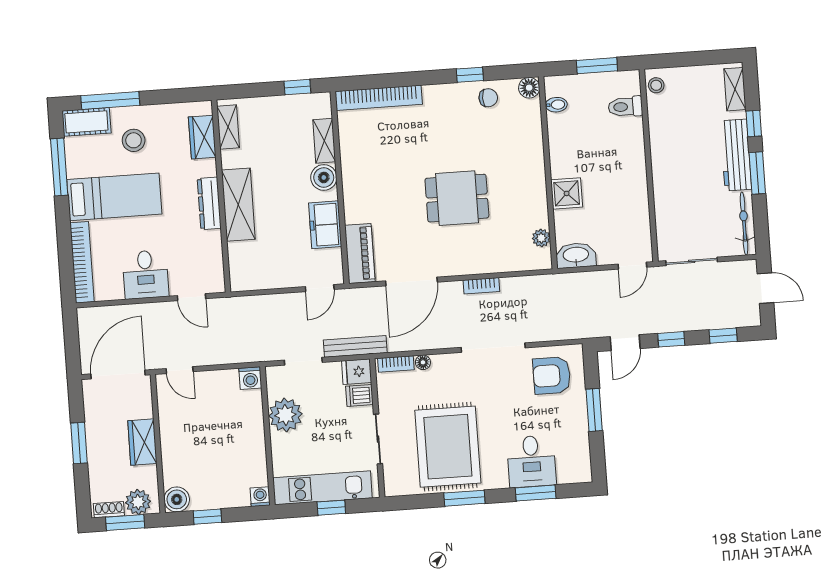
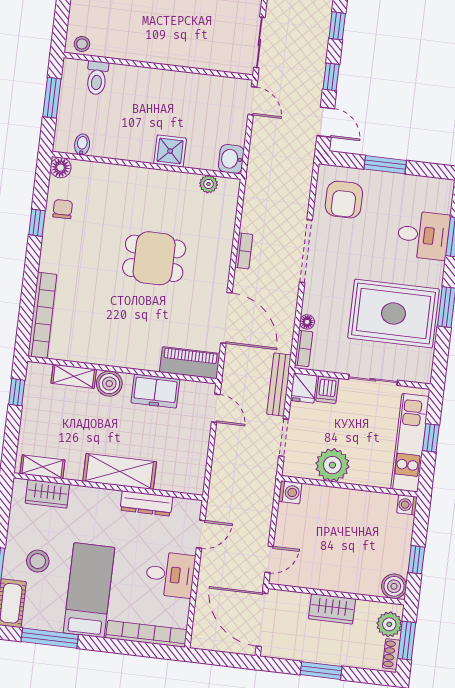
dining table: (457, 198) -> (154, 258), turned 90
dresser: (209, 203) -> (146, 503), moved
washbasin: (576, 255) -> (231, 159), width x0.72

